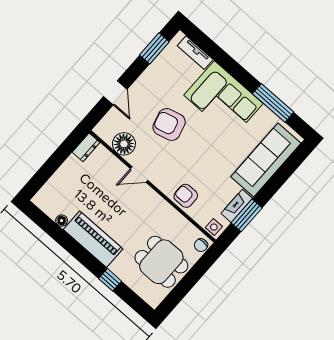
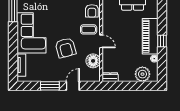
window: (154, 48) -> (50, 86), moved
coffee table: (167, 172) -> (89, 29), added
plant: (55, 190) -> (142, 74), added
window: (110, 280) -> (162, 41), moved

